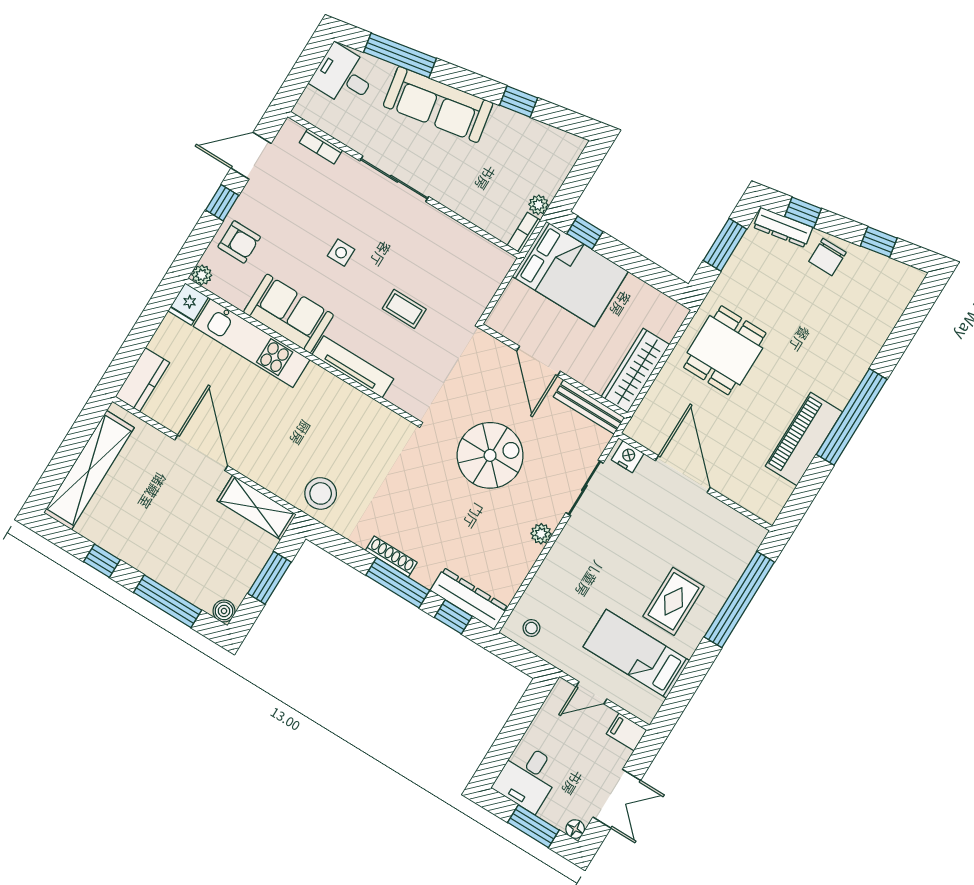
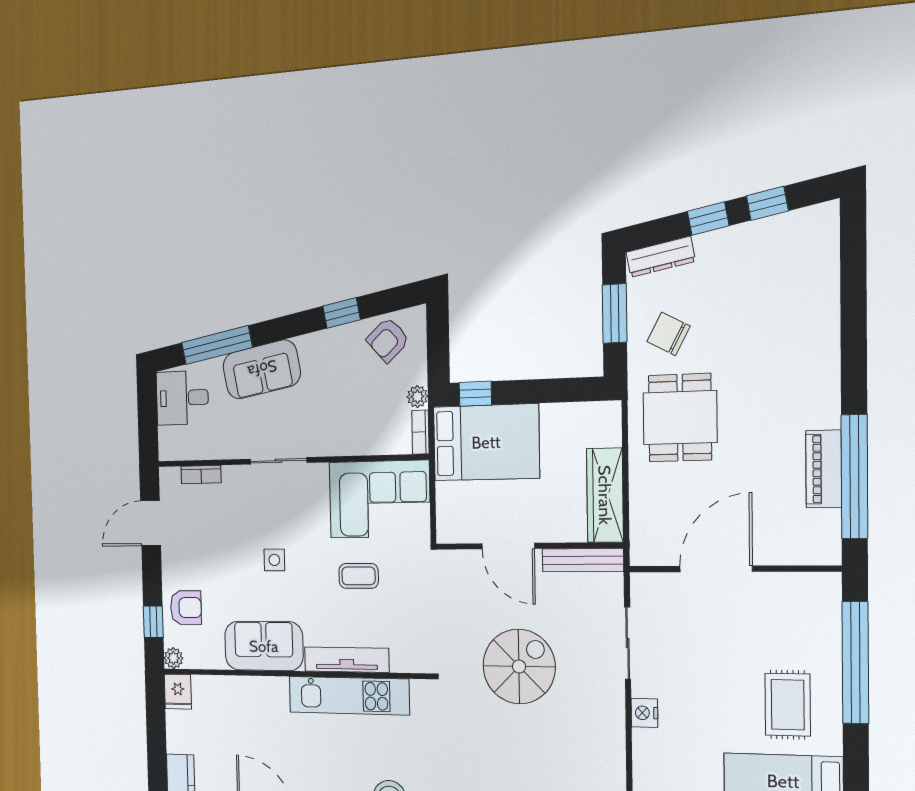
sofa: (438, 104) -> (262, 369), width x0.73
armchair: (542, 147) -> (388, 340), added
sliding door: (394, 179) -> (279, 461), width x0.73
window: (222, 203) -> (153, 622), moved
window: (803, 212) -> (708, 219), moved
chair: (827, 257) -> (668, 334), moved, turned 118
corner sofa: (459, 262) -> (380, 499), added
kitchen unit: (252, 343) -> (349, 696), moved
window: (852, 417) -> (854, 477), moved
piano: (804, 439) -> (824, 469), width x0.73, depth x0.75
nightstand: (628, 457) -> (644, 713), moved, turned -90
door: (683, 474) -> (716, 569), hinge flipped
plant: (541, 534) -> (614, 714), removed

